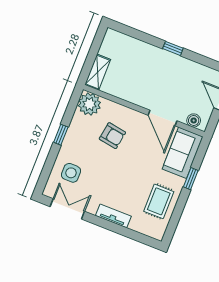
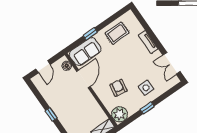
side table: (71, 173) -> (146, 88), moved

